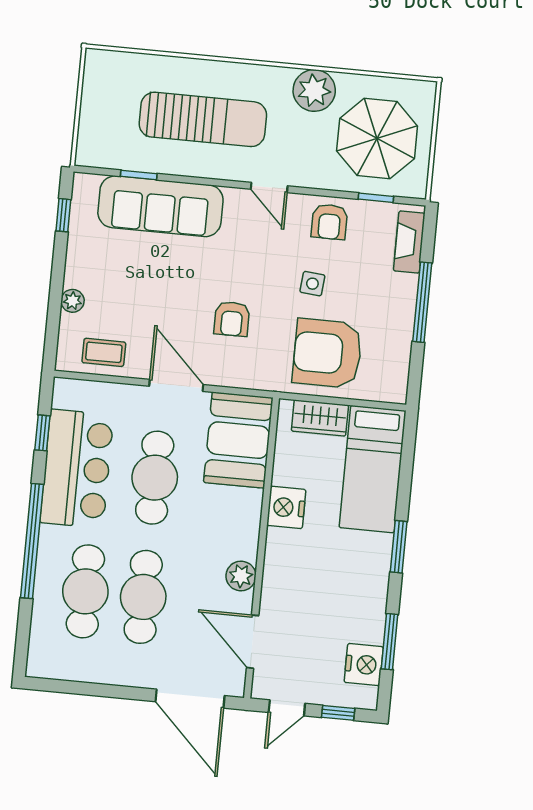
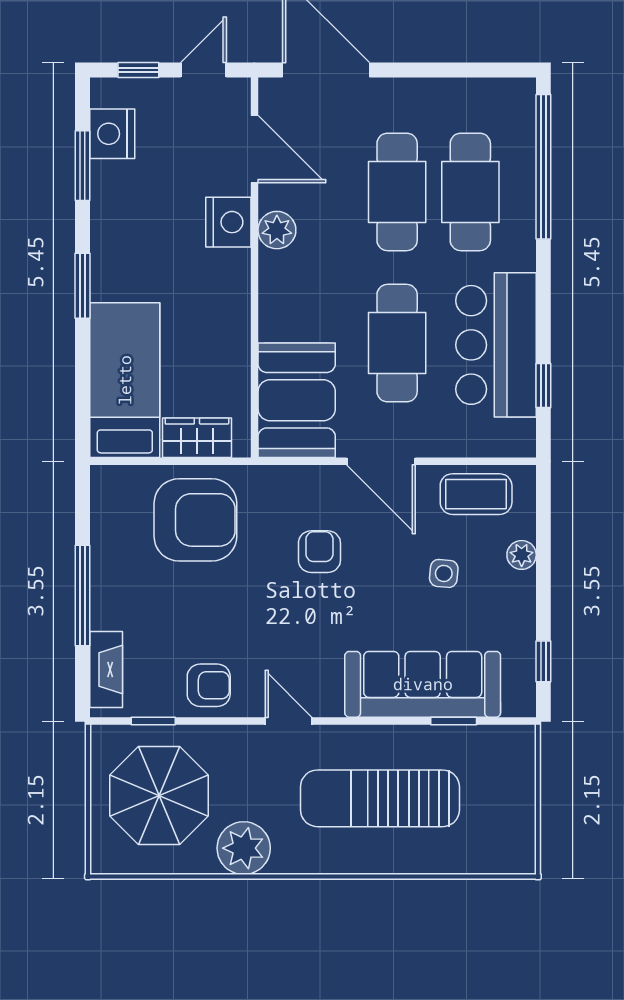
armchair: (329, 222) -> (209, 685), turned 90
side table: (312, 284) -> (444, 573), moved
coffee table: (104, 352) -> (476, 494), width x1.36, depth x1.30
nightstand: (286, 507) -> (228, 222), moved
window: (32, 541) -> (543, 167), moved

